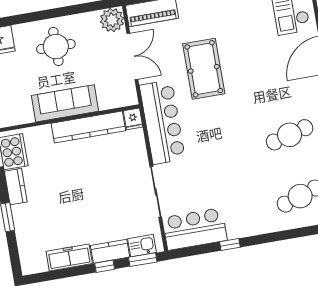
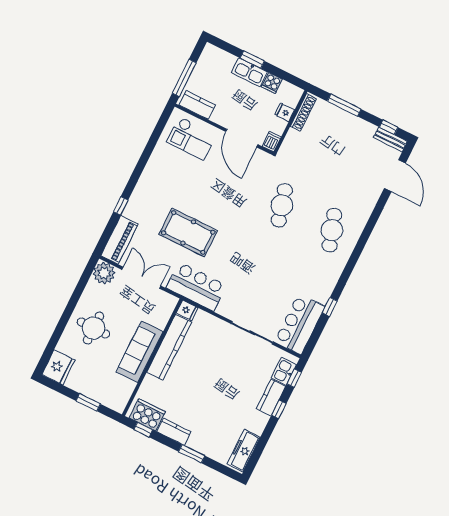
bar counter: (162, 122) -> (196, 287), width x0.73
freezer: (69, 257) -> (244, 451), moved
window: (143, 260) -> (294, 378), width x0.67

